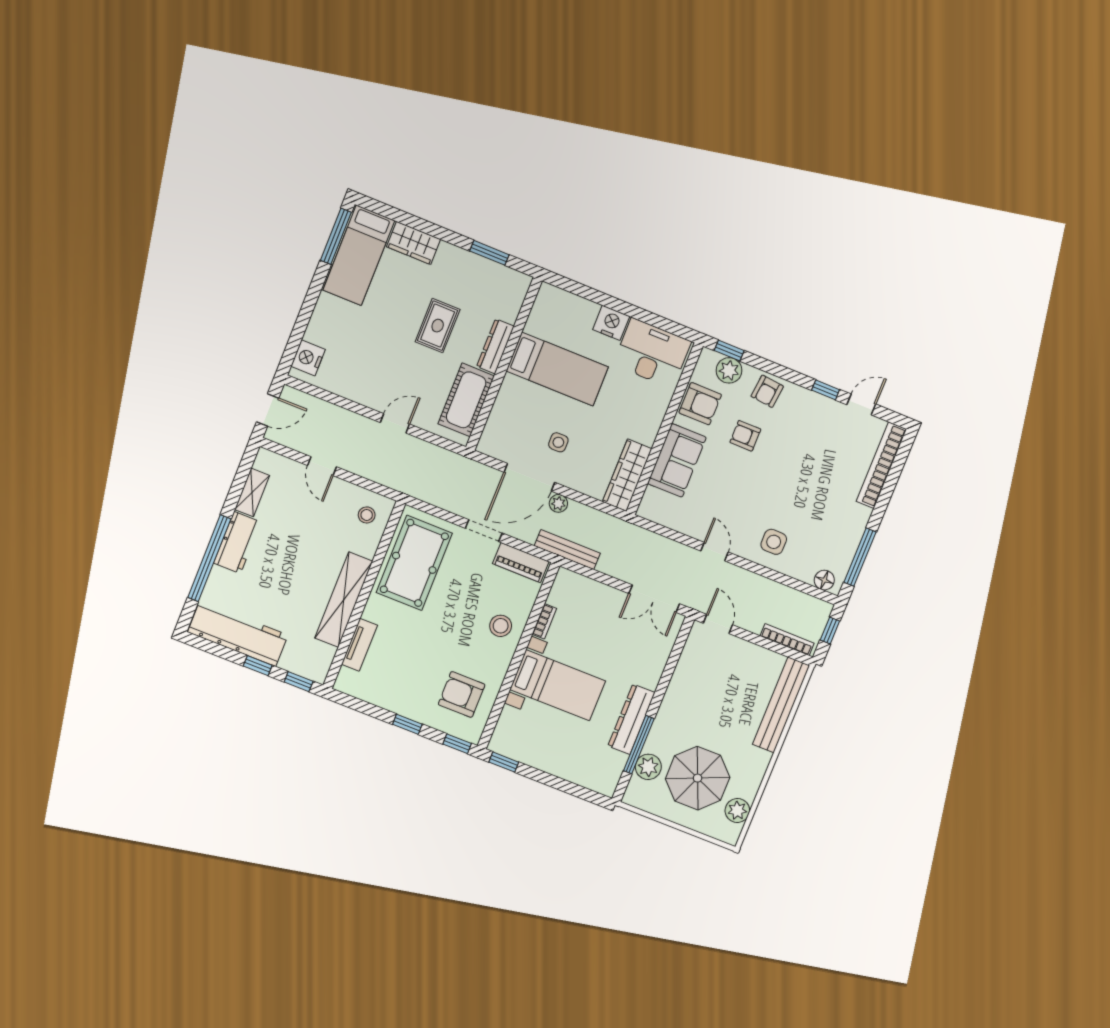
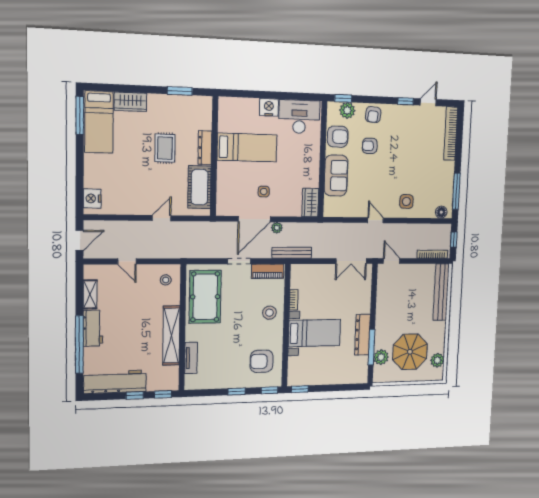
wardrobe: (627, 475) -> (310, 203), width x0.67

